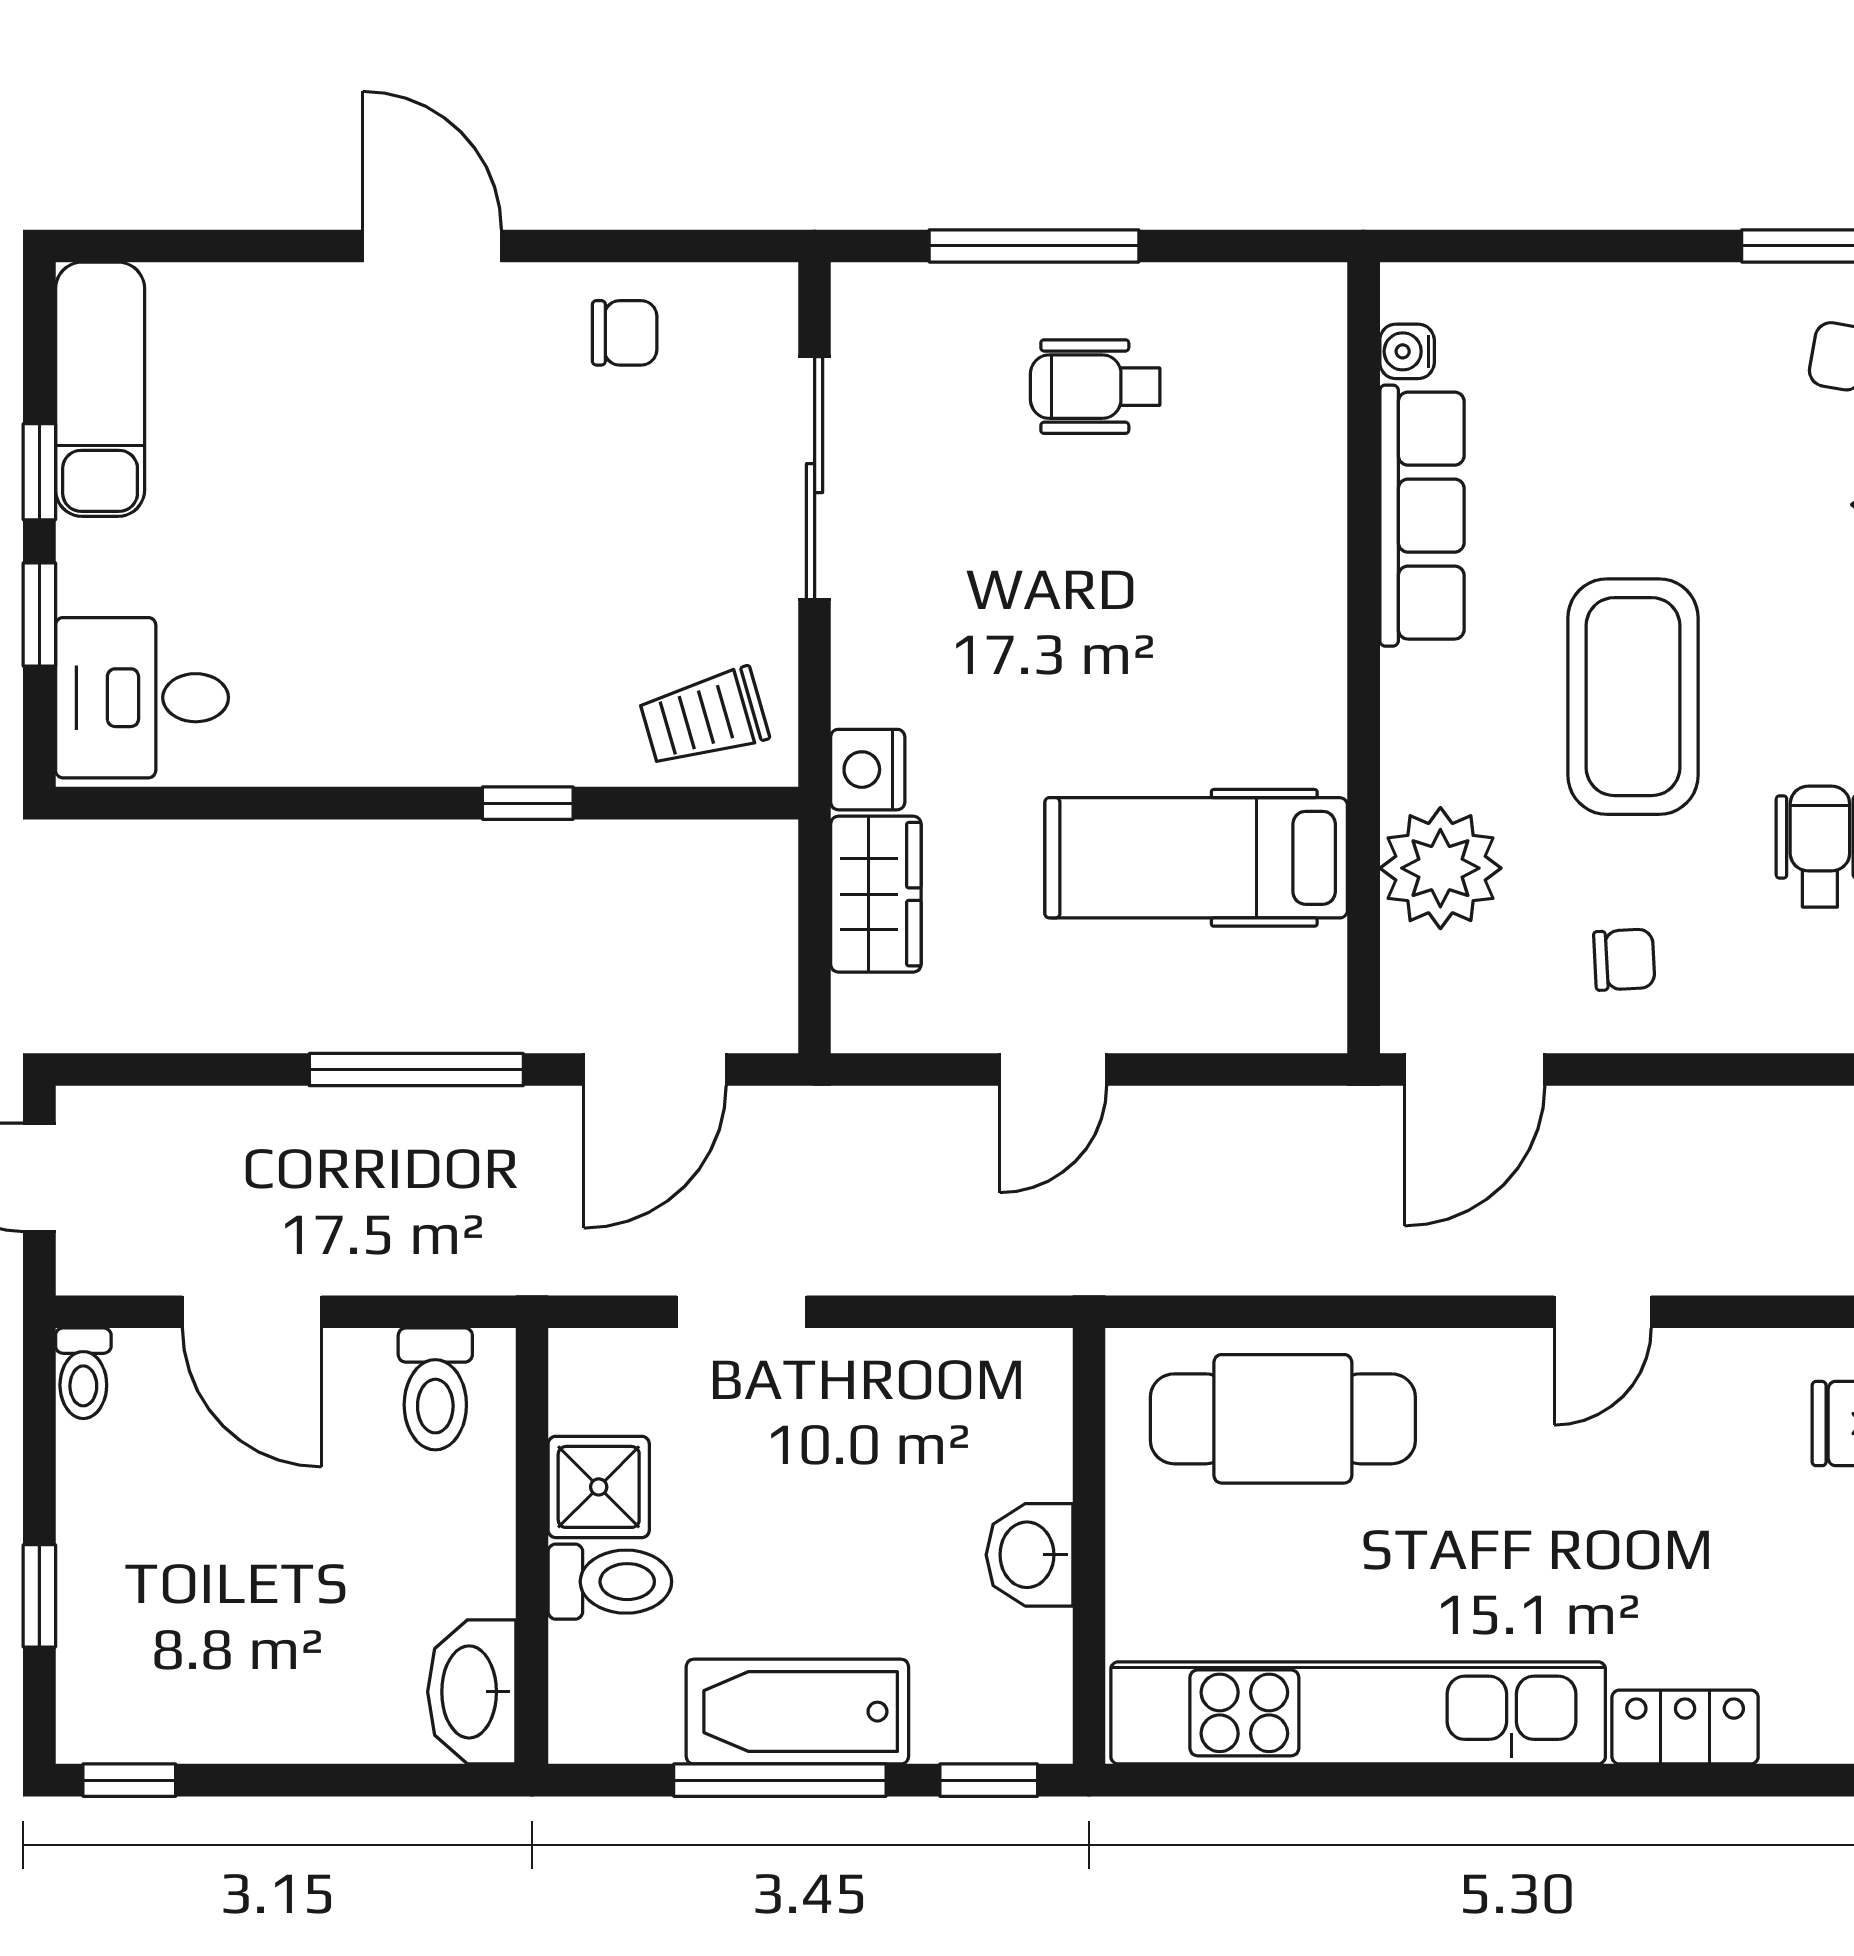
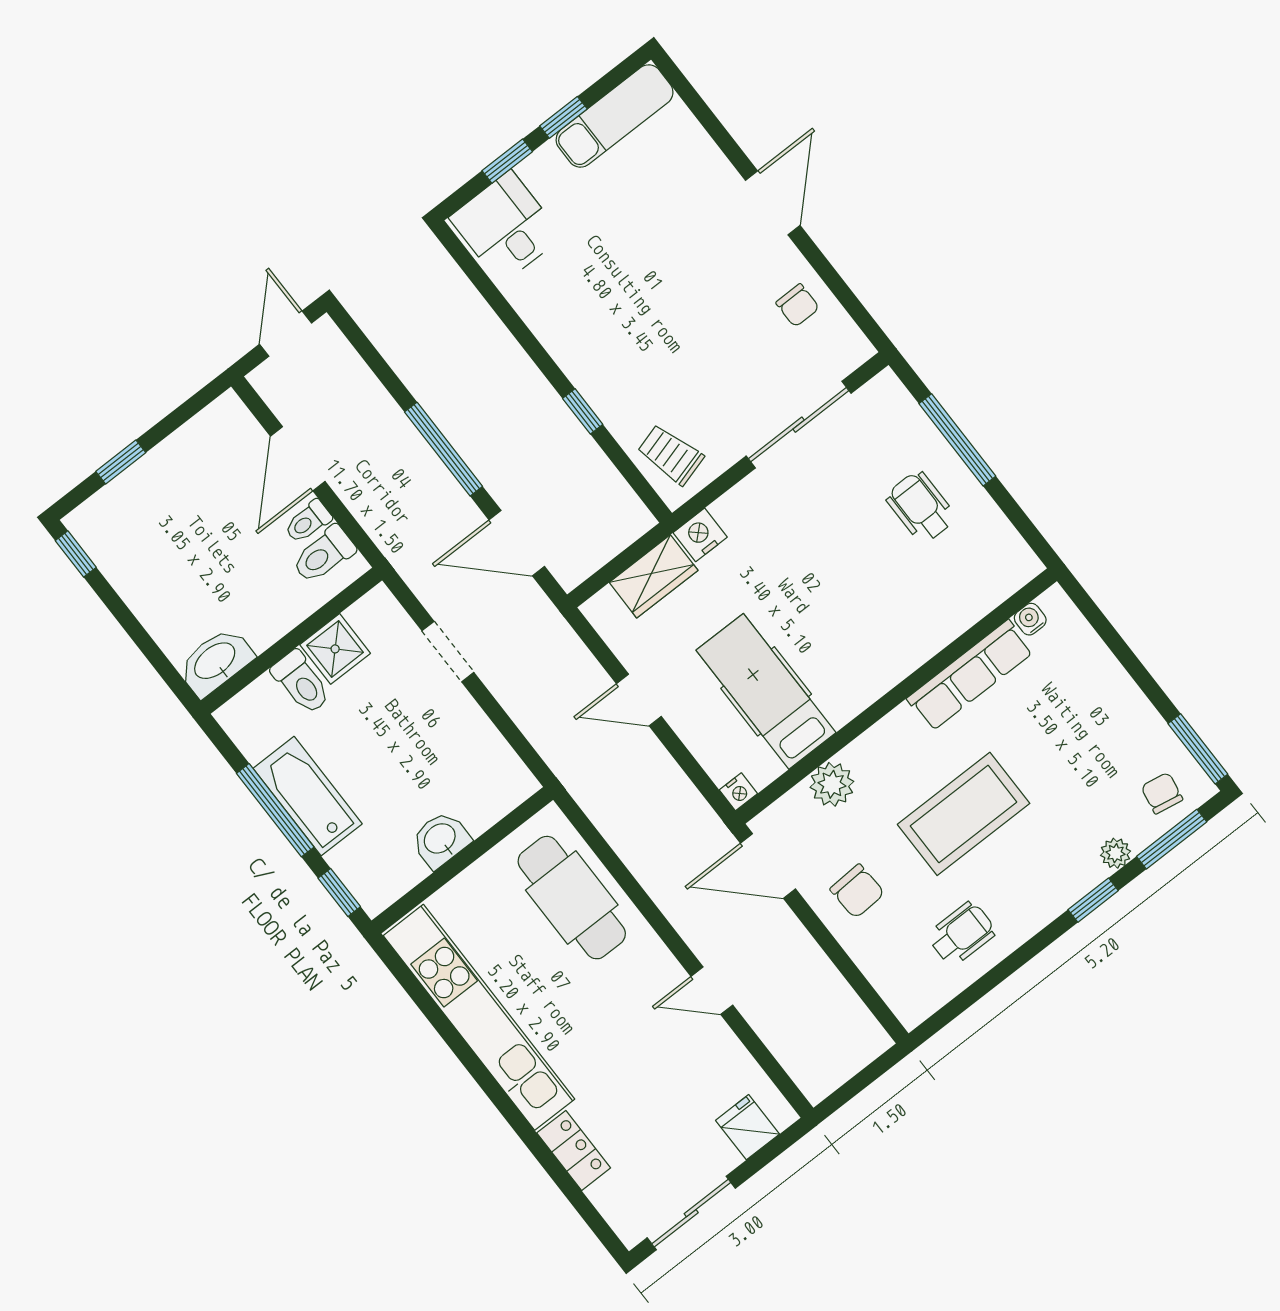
plant: (1440, 868) -> (832, 784), width x0.73, depth x0.73
chair: (1624, 960) -> (857, 891), width x1.37, depth x1.37
nightstand: (1321, 1025) -> (738, 792), added
toilet: (83, 1373) -> (308, 522), moved

